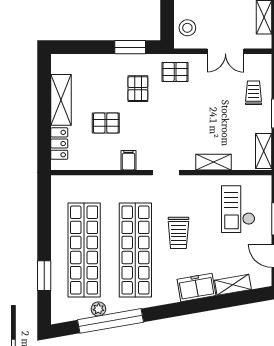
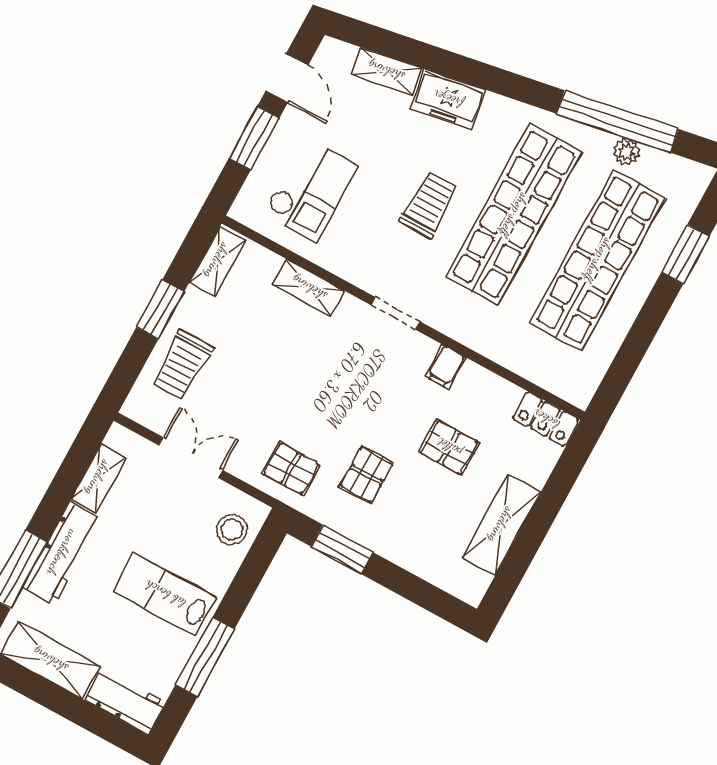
trolley: (253, 93) -> (182, 365), width x1.36, depth x1.39
locker: (59, 144) -> (546, 419), moved, turned -90

